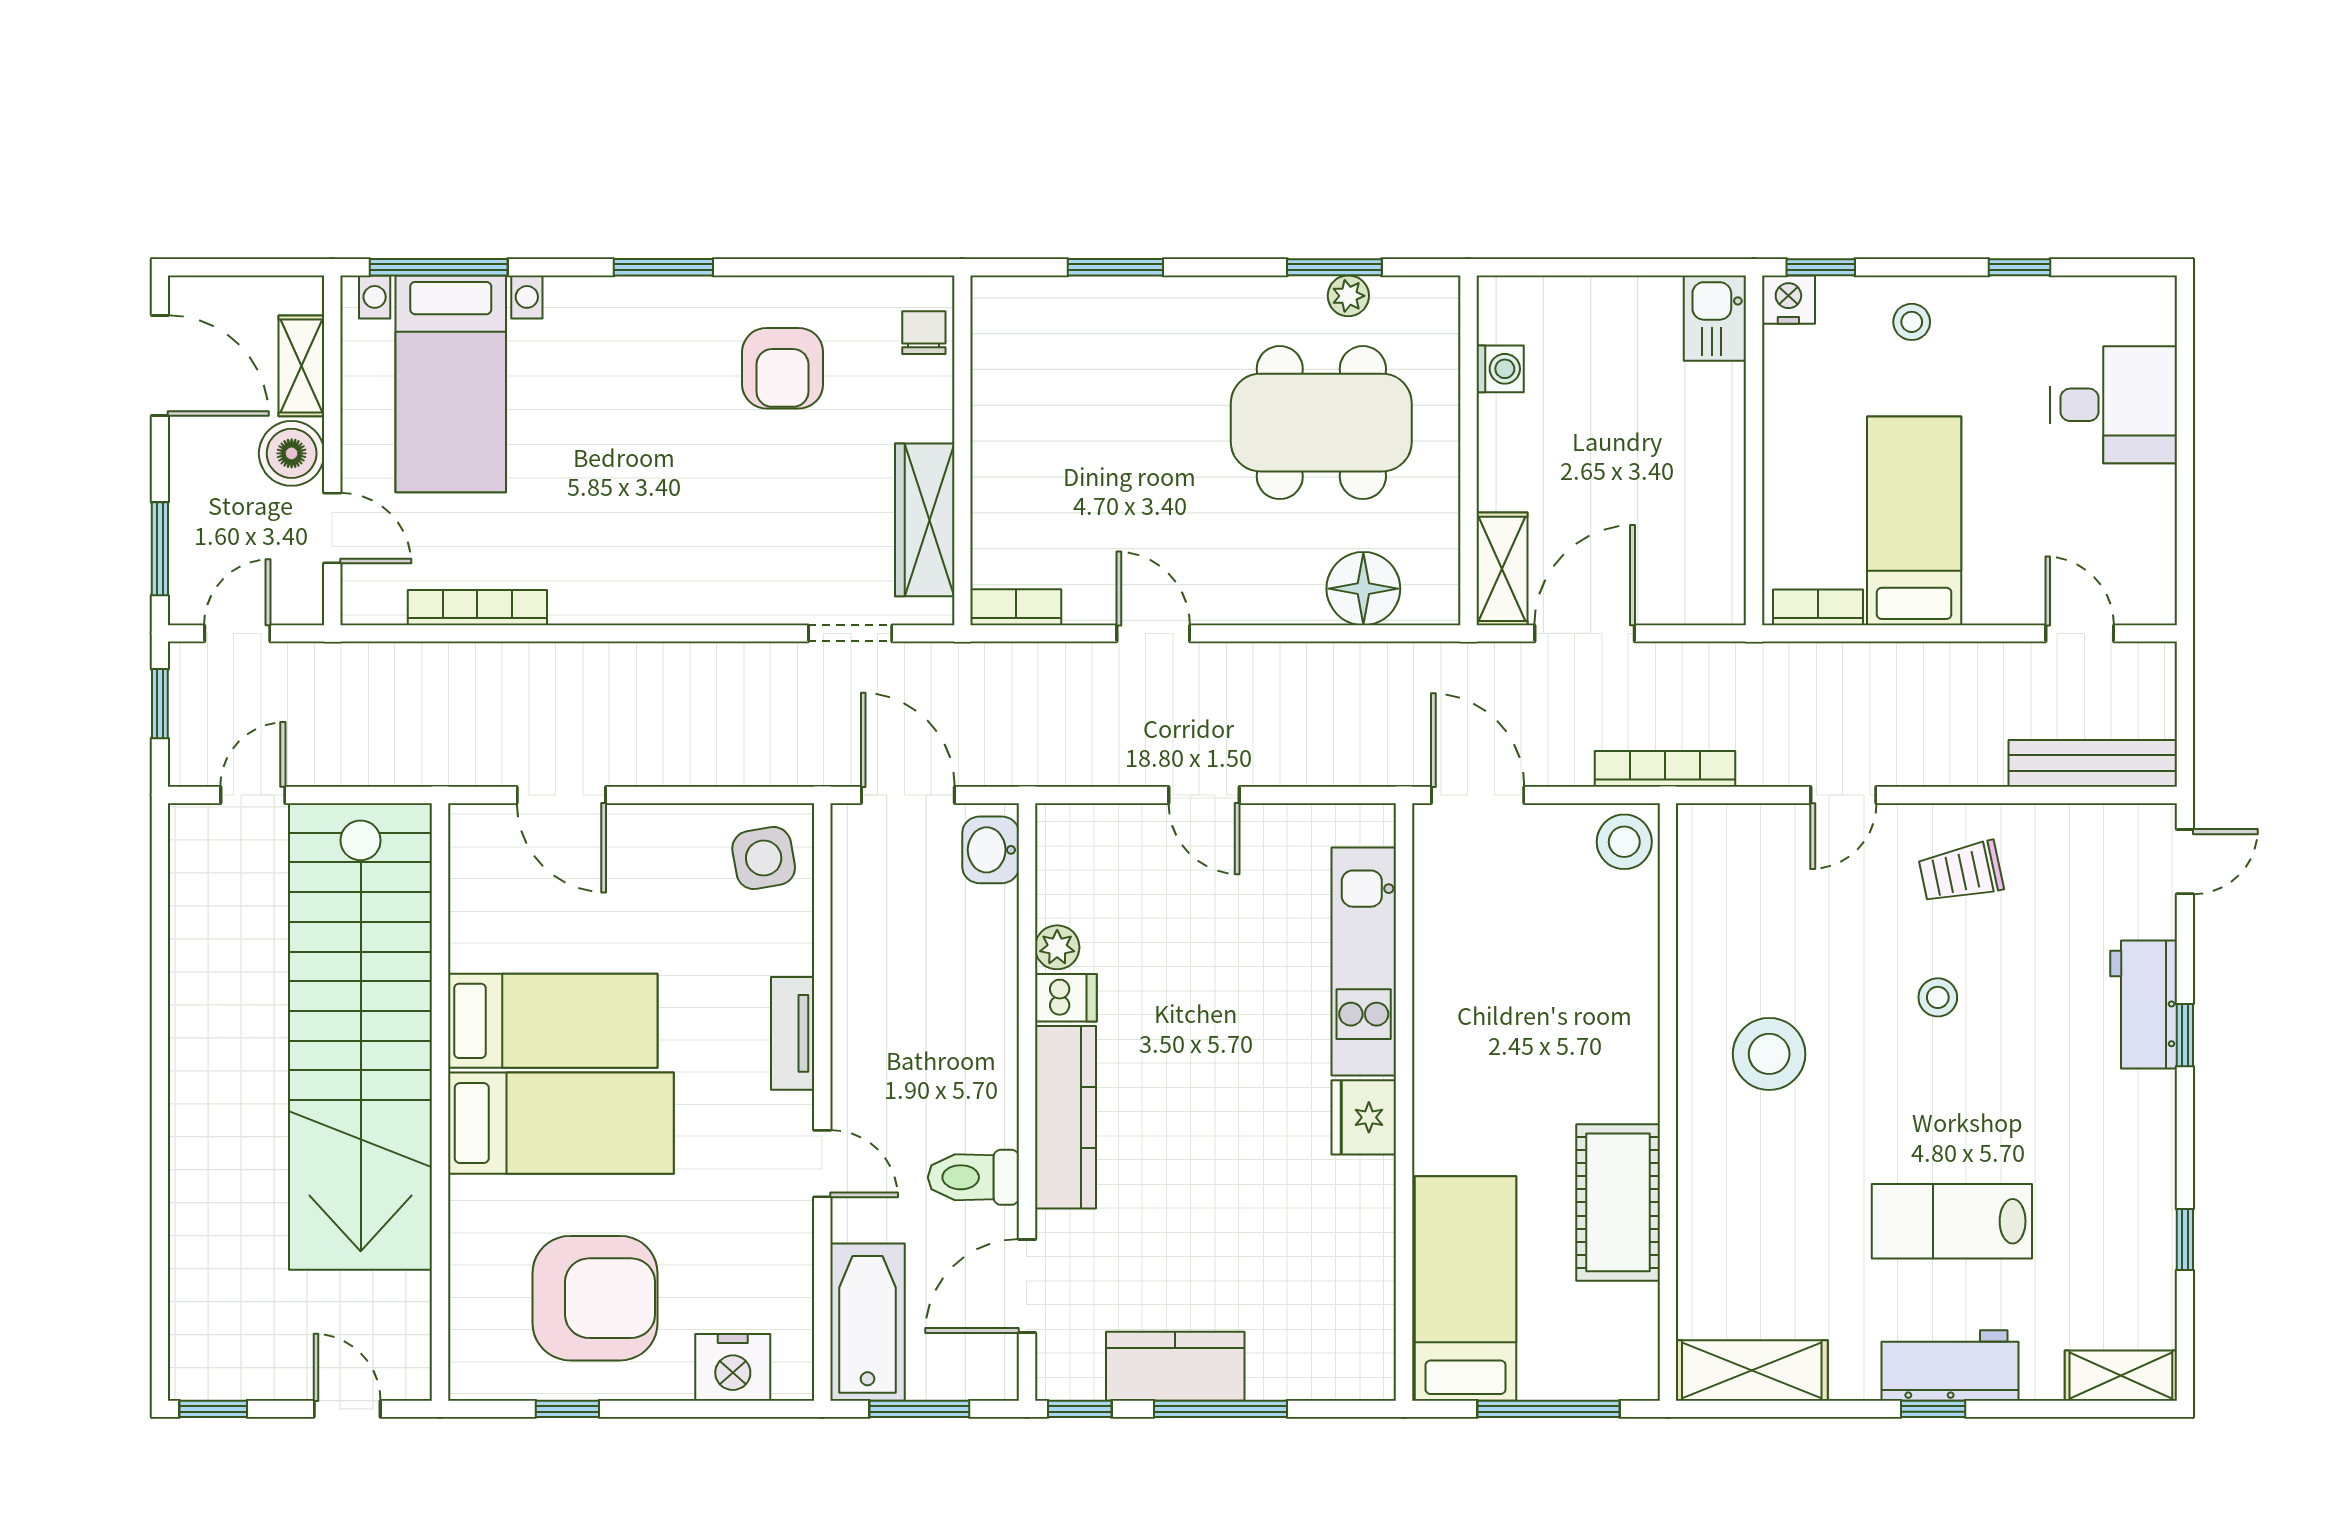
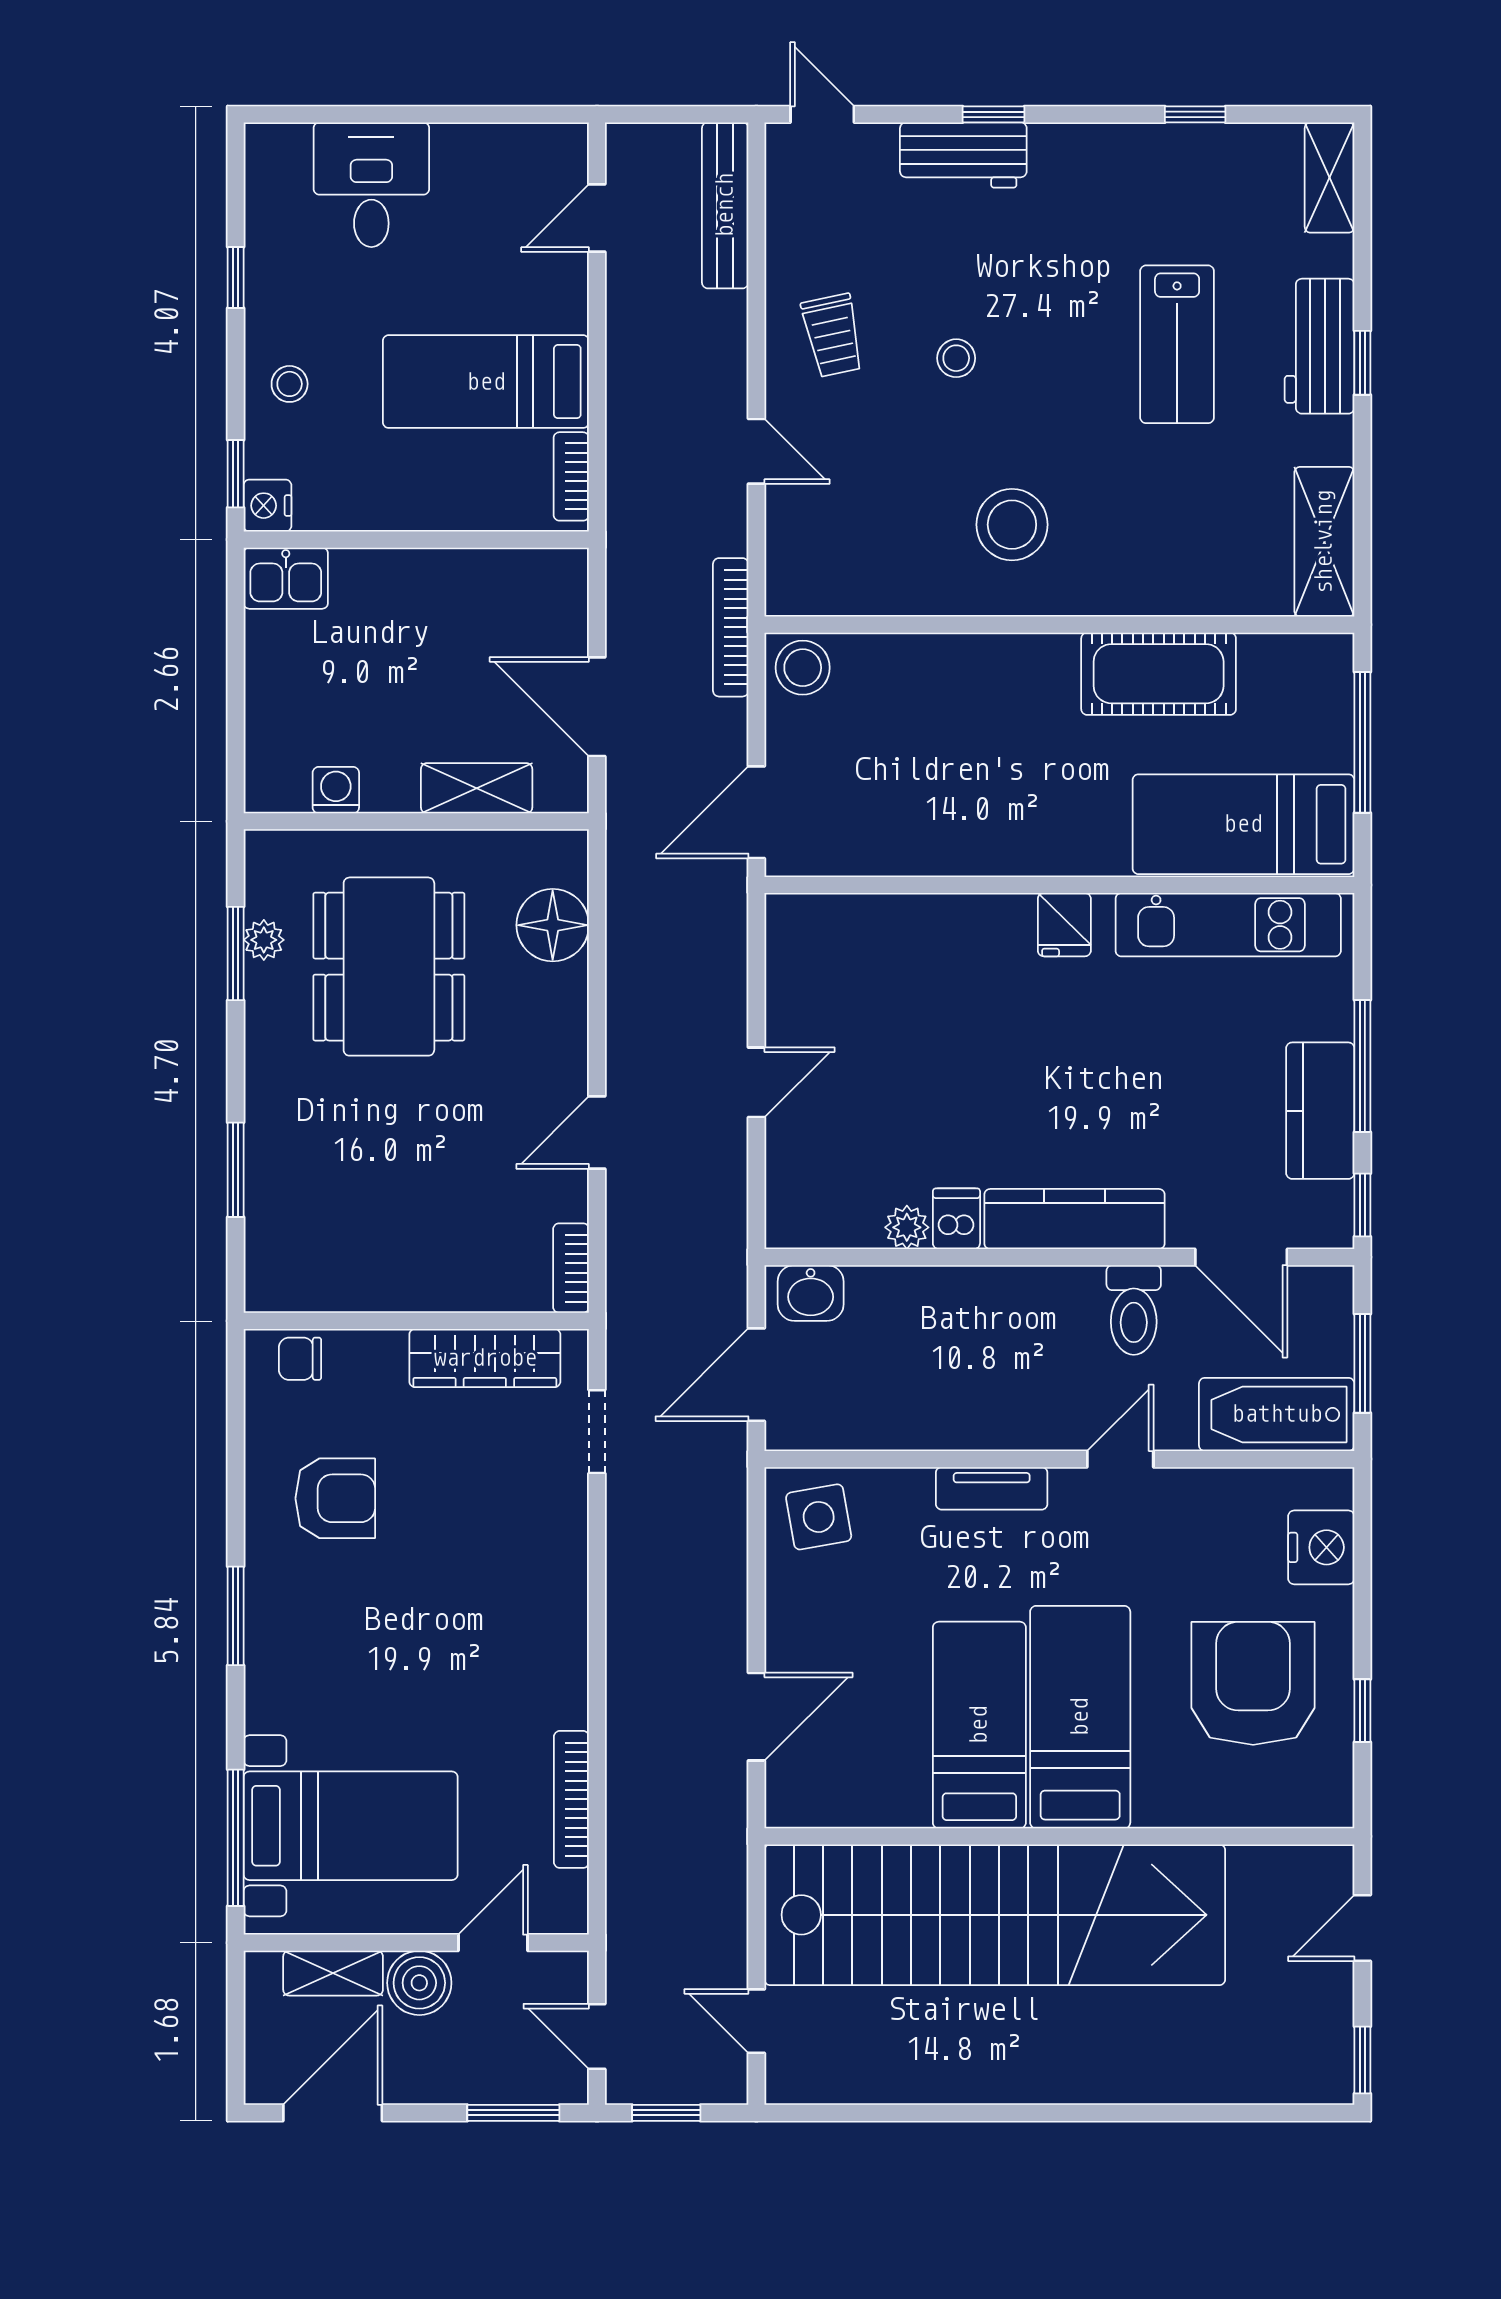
shelving: (1502, 569) -> (477, 788), moved
kitchen unit: (1364, 962) -> (1228, 925), moved
fridge: (1364, 1117) -> (1064, 925), width x0.72

